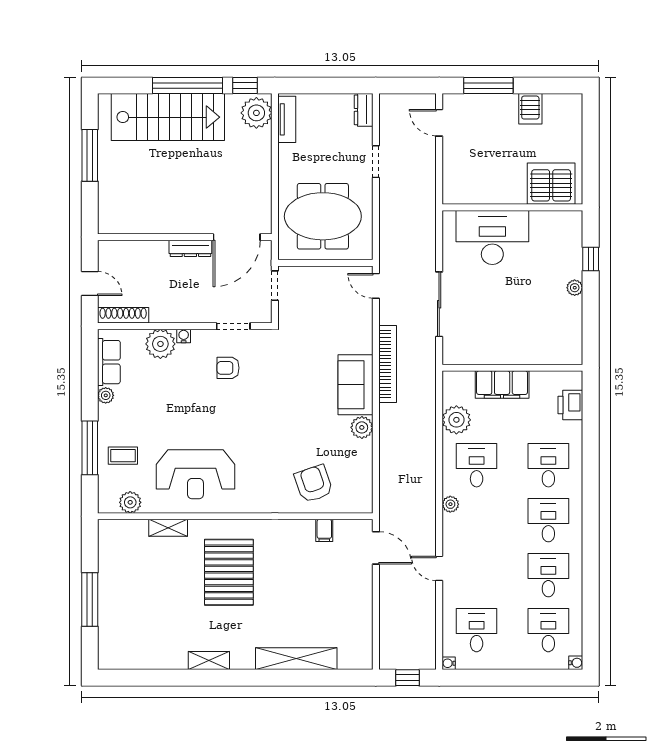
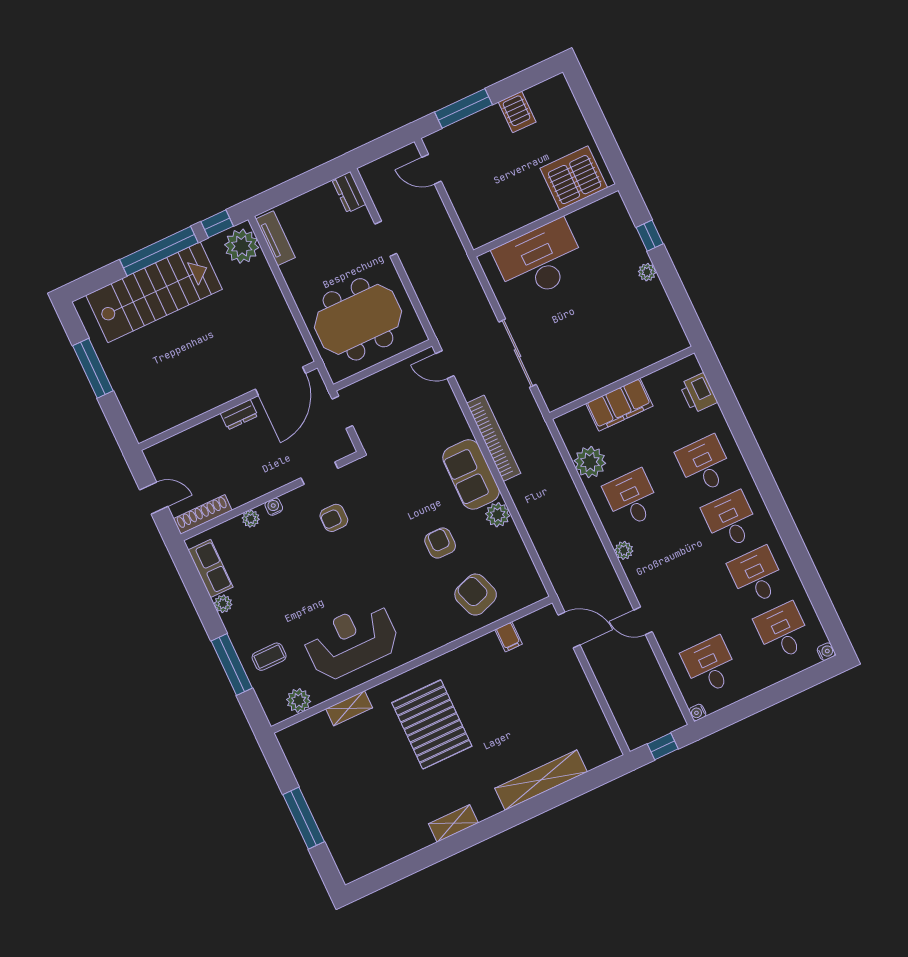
dresser: (190, 248) -> (239, 415), width x0.70
plant: (160, 344) -> (251, 519), width x0.53, depth x0.53
armchair: (304, 429) -> (440, 543), added
reception desk: (195, 474) -> (351, 641), turned 180

